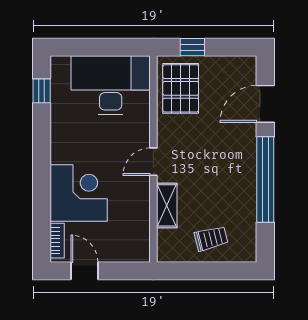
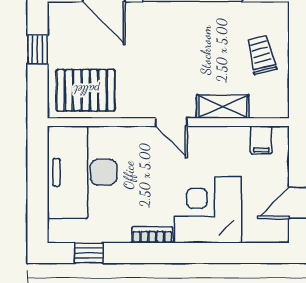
window: (192, 47) -> (38, 49), moved
filing cabinet: (138, 239) -> (261, 140), added
bookcase: (57, 241) -> (152, 235), moved

